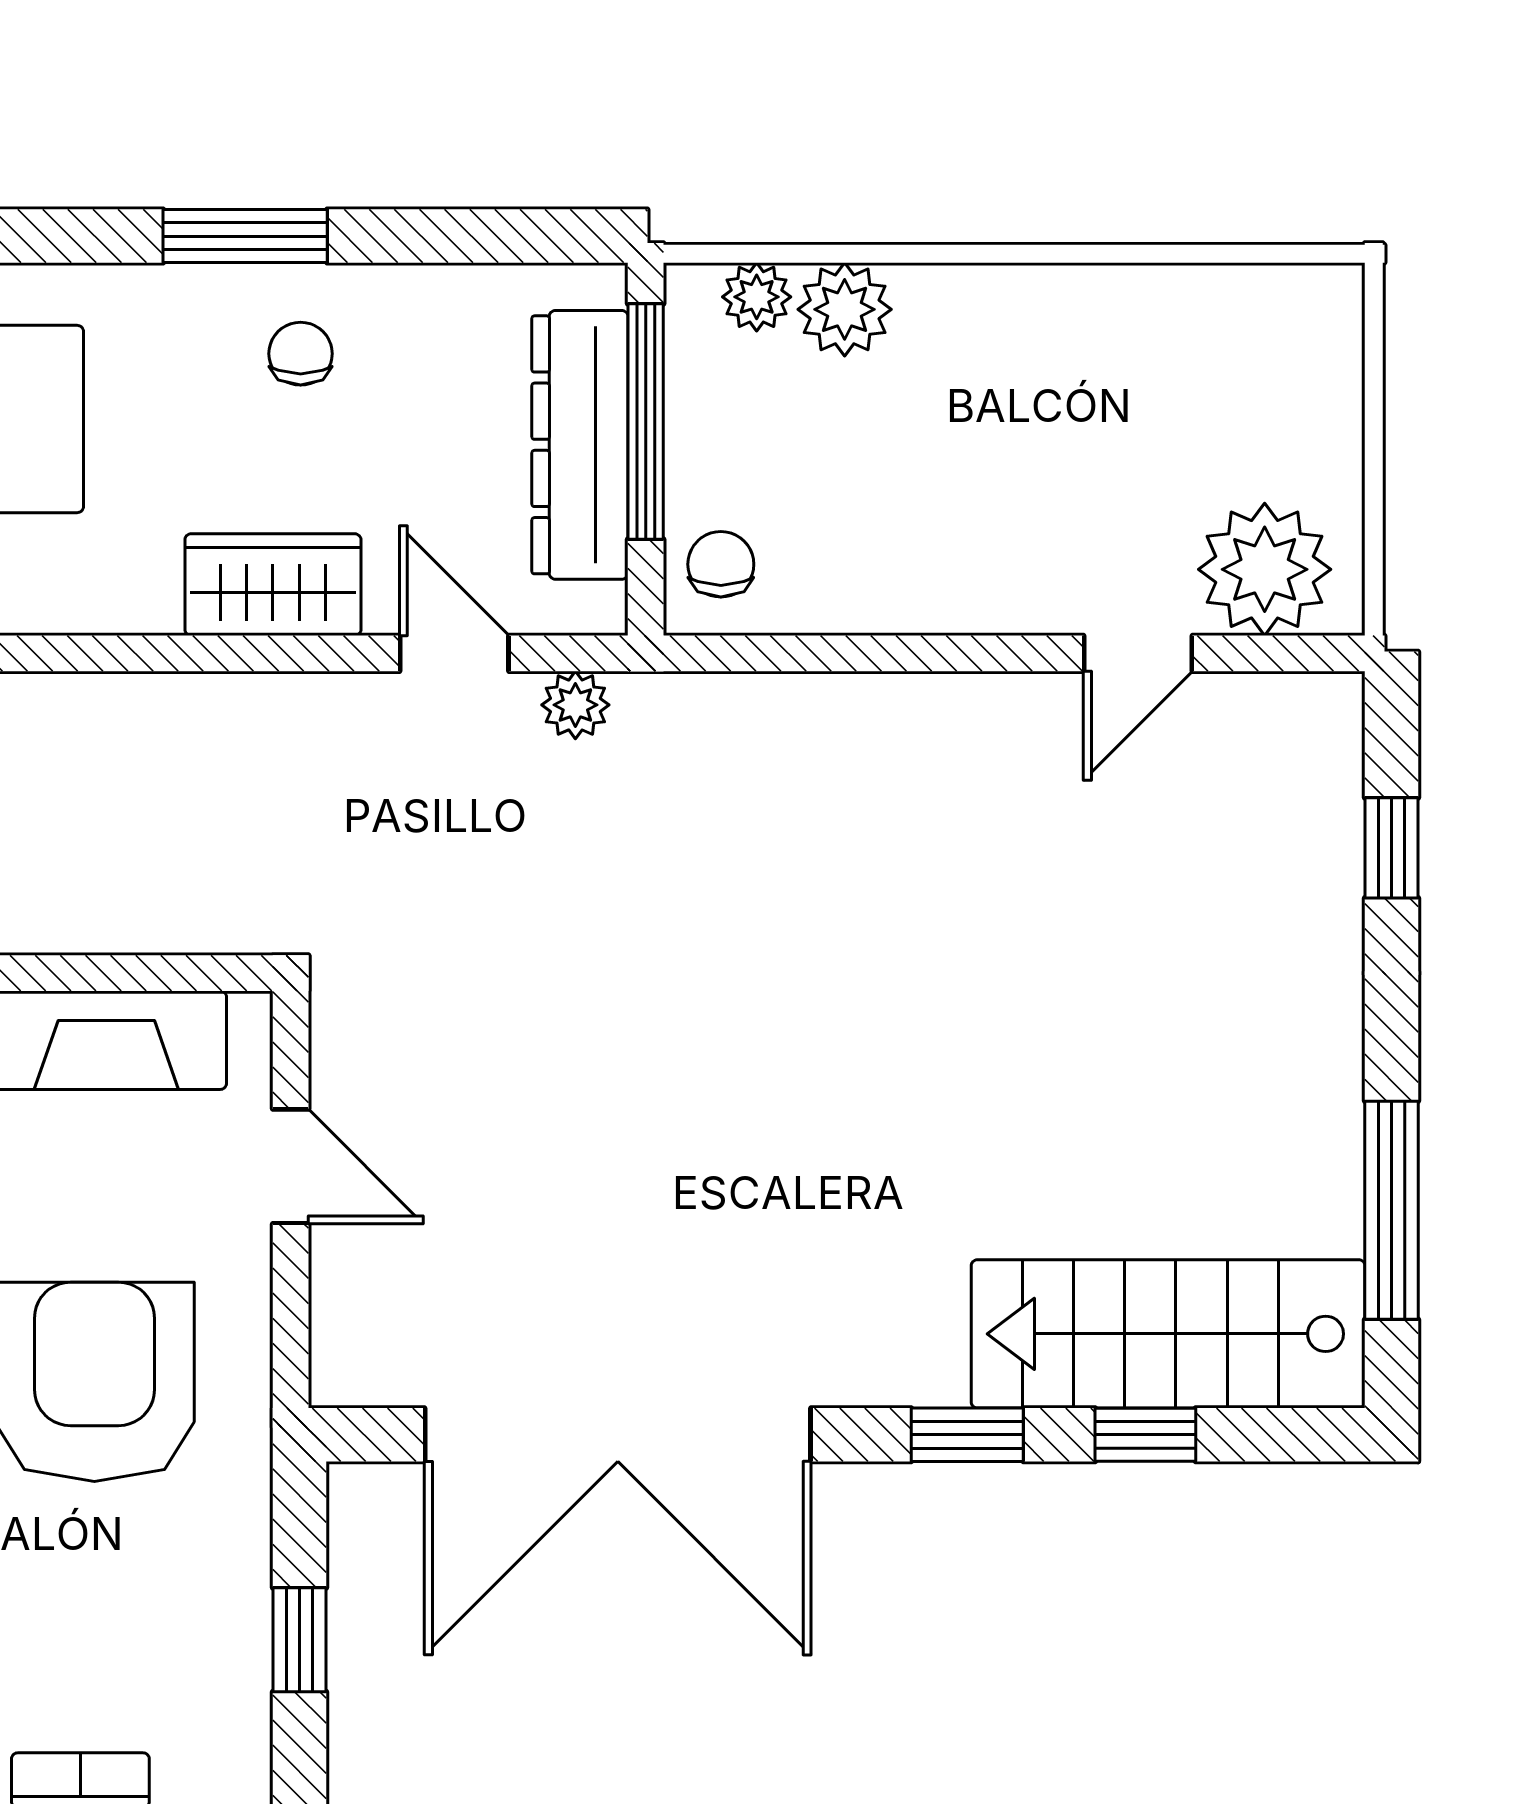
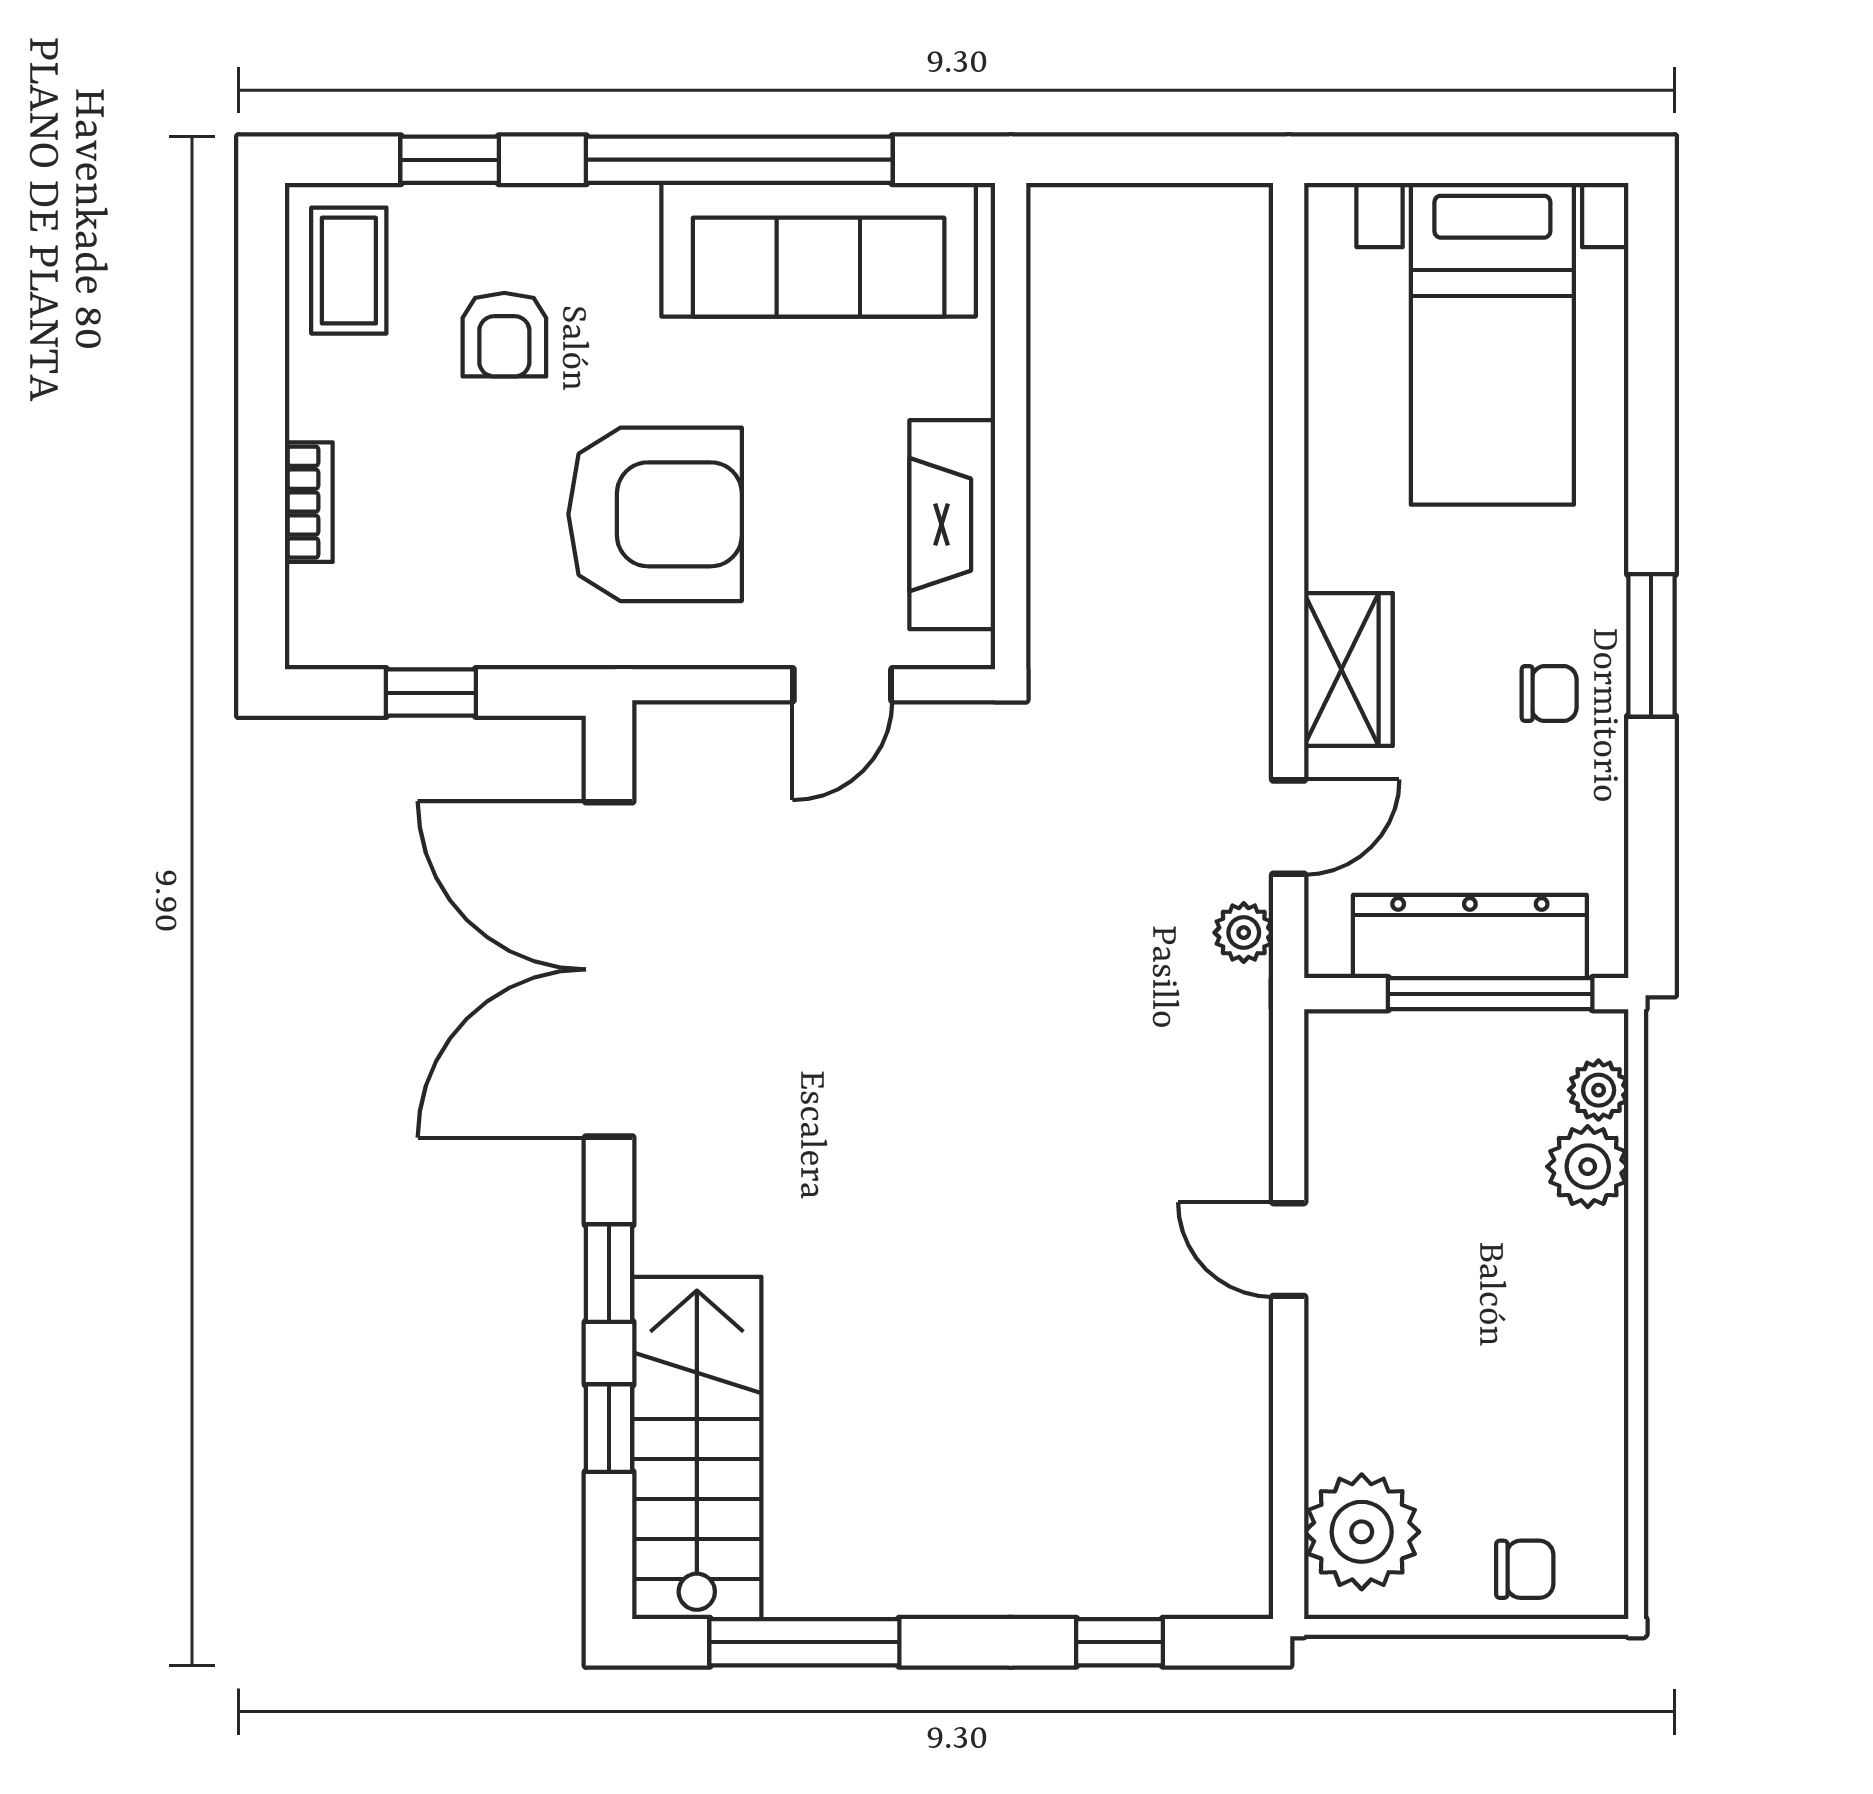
chair: (721, 564) -> (1525, 1569), moved
door: (1138, 653) -> (1289, 1250), moved

